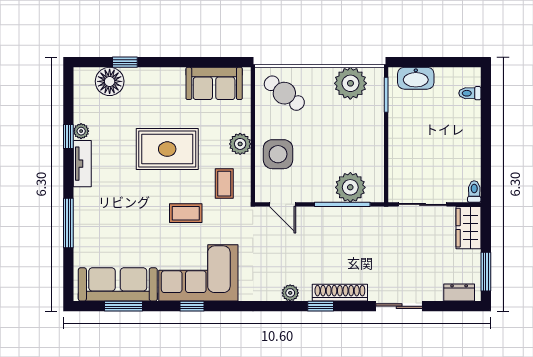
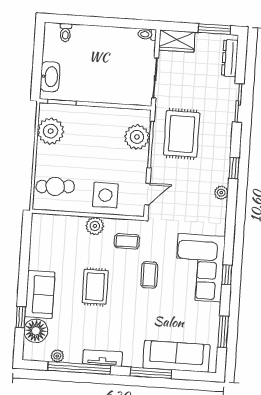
sofa: (214, 83) -> (40, 294), moved
cafe table: (284, 93) -> (55, 186), turned 48
plant: (81, 131) -> (57, 356), moved
window: (68, 136) -> (79, 368), width x3.17
rug: (167, 149) -> (95, 287), width x0.73, depth x0.70
rug: (358, 241) -> (182, 134), added
sofa: (118, 284) -> (176, 356), moved, turned 90
shoe rack: (340, 293) -> (224, 151), removed
dresser: (459, 293) -> (230, 58), width x1.44

